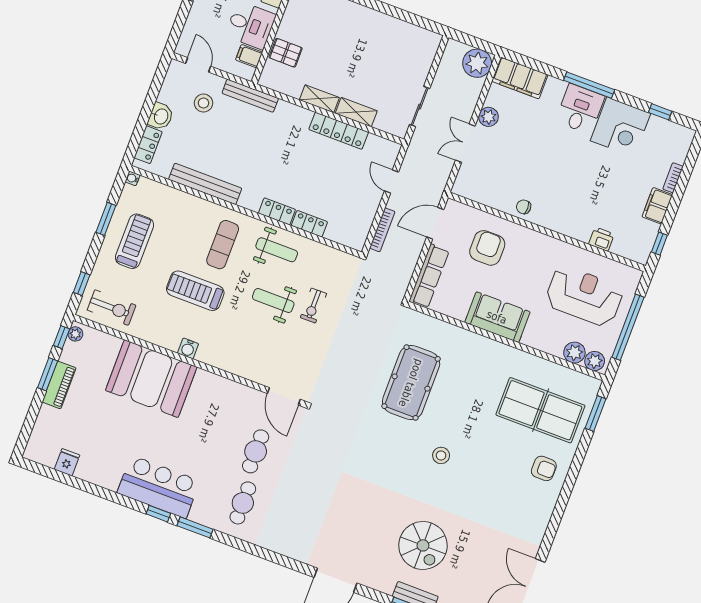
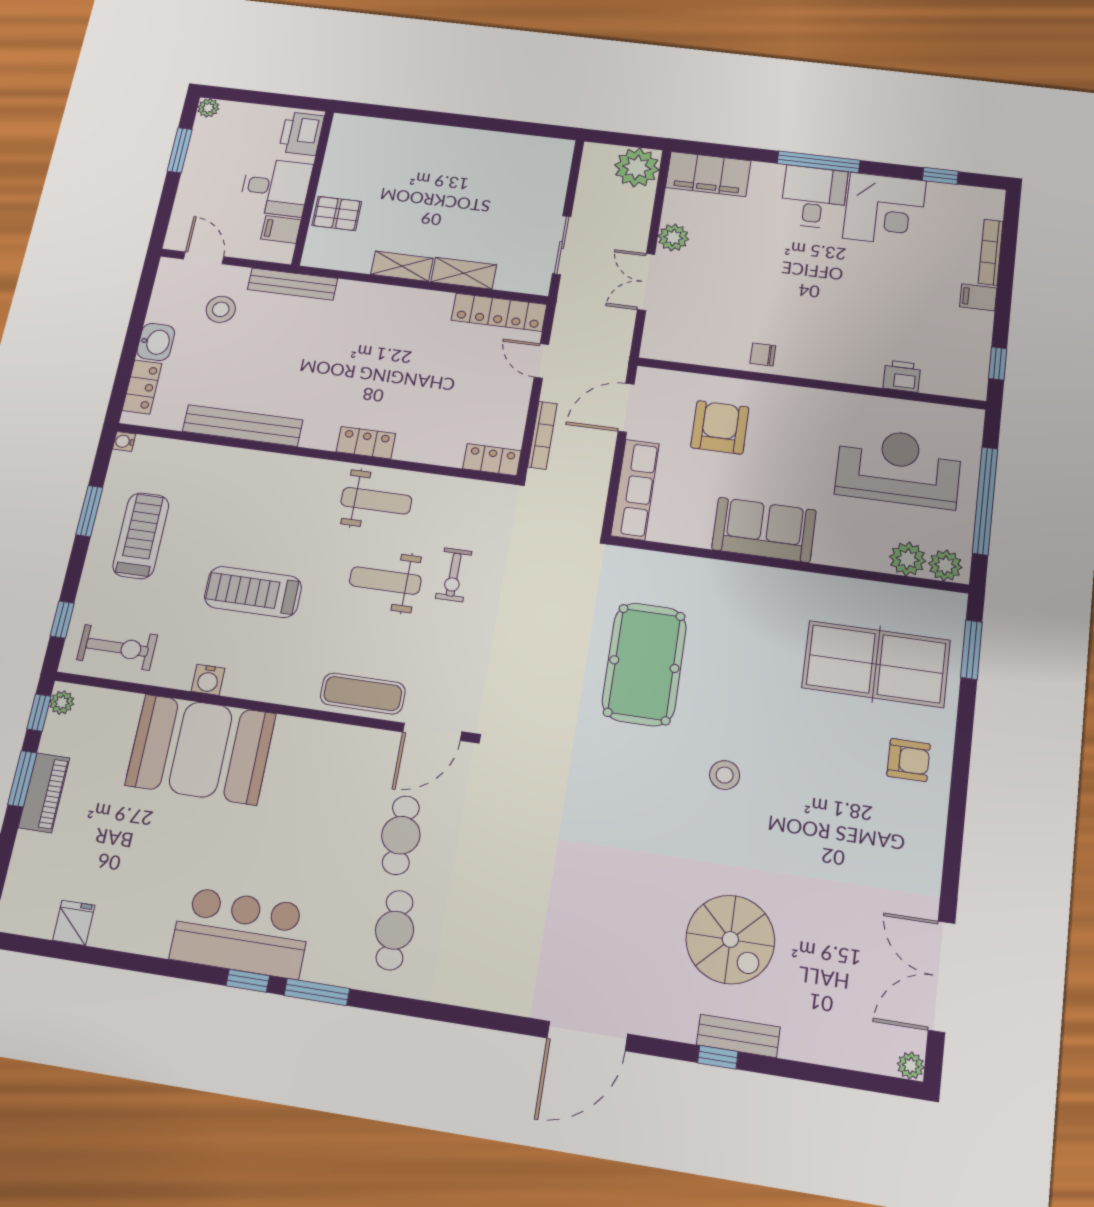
locker: (339, 131) -> (499, 312), moved
bookcase: (673, 178) -> (991, 252), width x1.56
filing cabinet: (657, 206) -> (978, 297), width x0.50
locker: (309, 224) -> (492, 460), moved
exercise mat: (223, 245) -> (363, 694), moved, turned 90
water cooler: (188, 348) -> (208, 680), moved
door: (284, 396) -> (432, 732), hinge flipped

